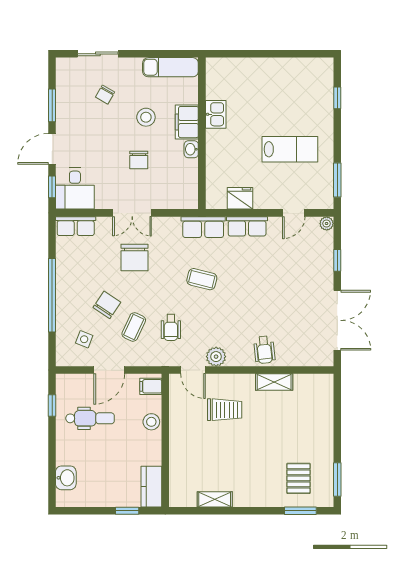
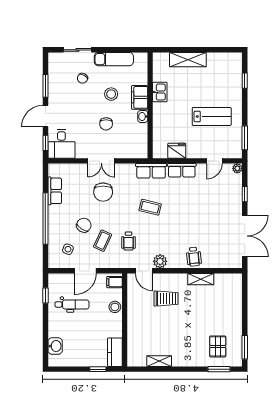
exam couch: (170, 67) -> (114, 59), moved
shelving: (256, 68) -> (188, 60), added
row of seats: (76, 226) -> (55, 191), moved, turned -90

